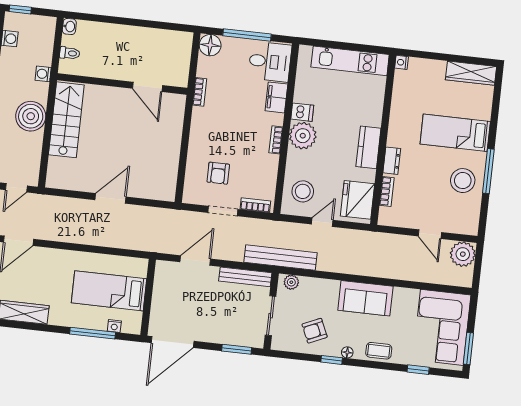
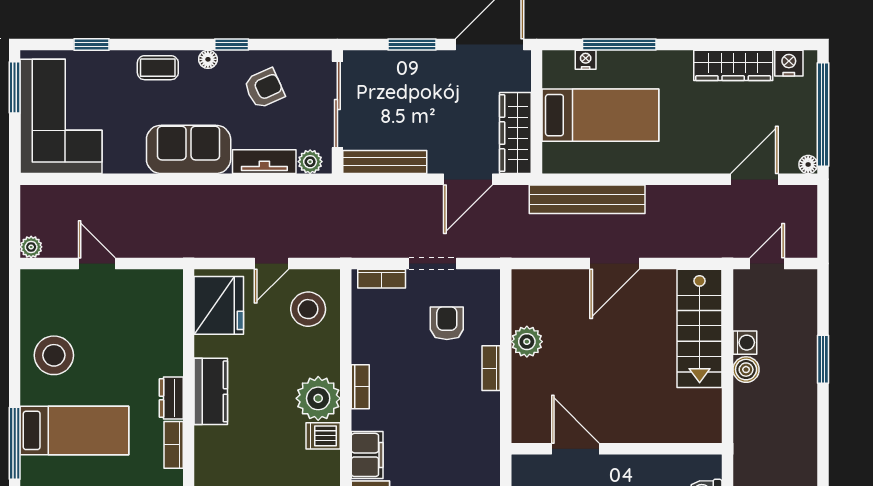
washing machine: (43, 74) -> (745, 343), moved
bookcase: (200, 92) -> (491, 368), moved
boiler: (31, 116) -> (746, 370), width x0.54, depth x0.54
stairs: (66, 120) -> (700, 328), moved
plant: (170, 156) -> (527, 342), added
dresser: (392, 161) -> (171, 398), moved
window: (488, 171) -> (15, 443), moved
bookcase: (387, 191) -> (174, 445), moved
plant: (463, 254) -> (31, 247), width x0.53, depth x0.53
bench: (281, 258) -> (587, 199), moved
tv unit: (320, 285) -> (264, 162), added
wardrobe: (163, 286) -> (515, 133), added
sliding door: (271, 316) -> (337, 104), width x1.37
window: (237, 349) -> (412, 45), moved

